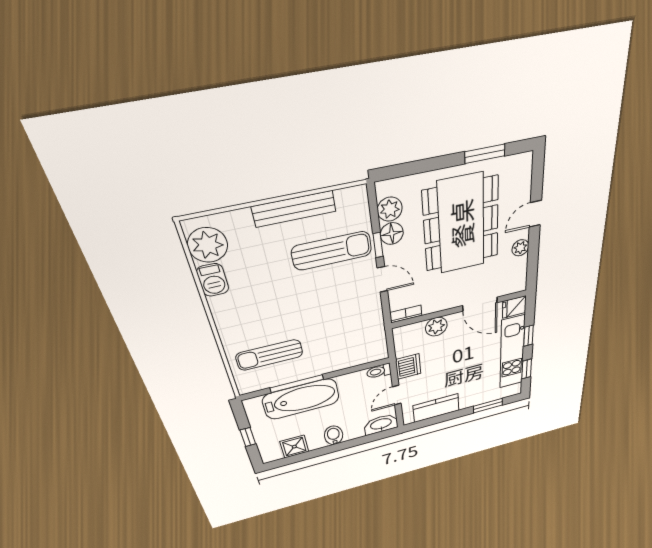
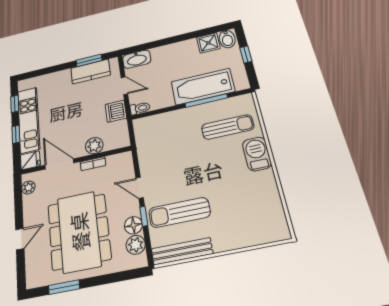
bench: (294, 209) -> (182, 251), moved
plant: (208, 245) -> (272, 219), removed
plant: (520, 248) -> (28, 188), moved
barbecue: (213, 280) -> (257, 154), moved, width x1.38, depth x1.27
bookcase: (406, 314) -> (93, 164), moved
door: (397, 395) -> (124, 86), hinge flipped
window: (488, 406) -> (89, 60), moved
bidet: (334, 435) -> (227, 39), moved

